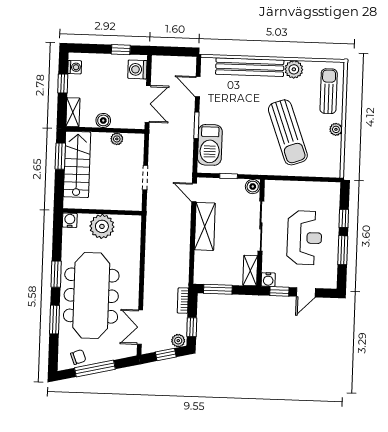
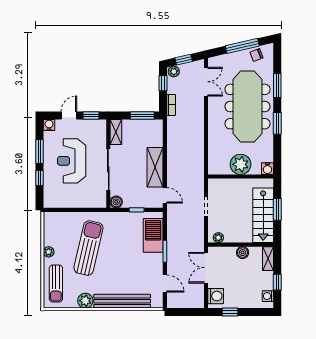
sun lounger: (288, 132) -> (88, 248), turned 33
plant: (117, 139) -> (218, 238), moved
window: (60, 156) -> (277, 209), moved
water cooler: (268, 280) -> (49, 125), moved

